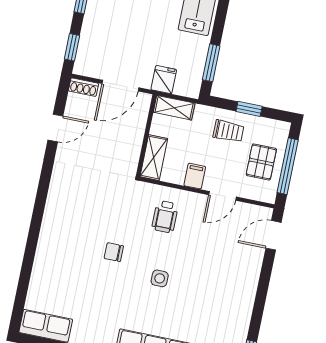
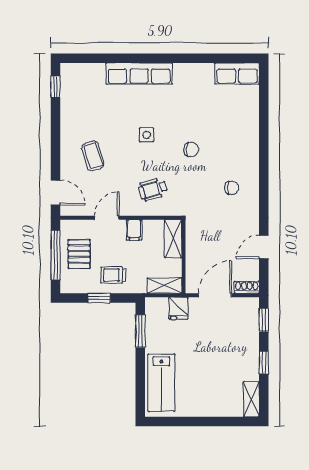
chair: (78, 200) -> (232, 188), added
wheelchair: (165, 217) -> (153, 189), turned -106
door: (273, 235) -> (55, 193), hinge flipped
coffee table: (224, 267) -> (93, 156), added

